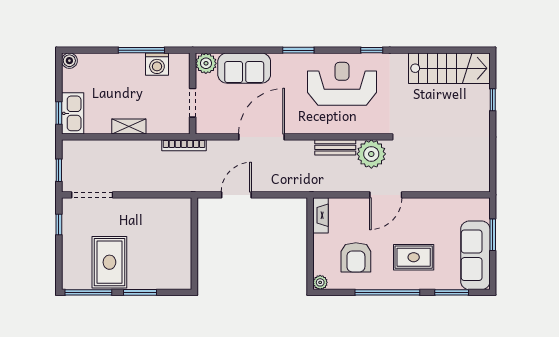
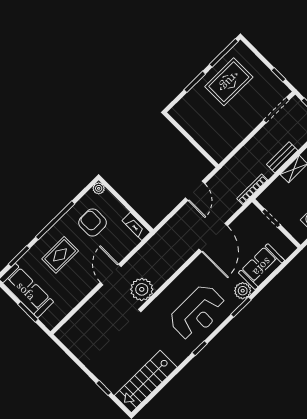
plant: (206, 63) -> (243, 291), moved
bench: (335, 147) -> (282, 157), moved
rug: (109, 262) -> (229, 82), turned 90

